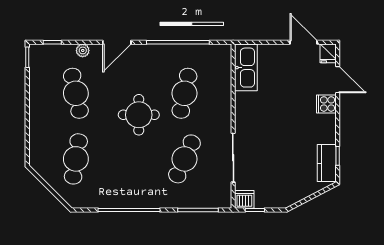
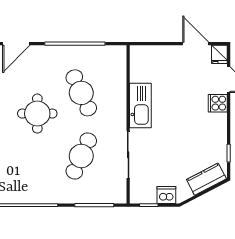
kitchen sink: (246, 68) -> (140, 105), moved
cafe table: (184, 93) -> (81, 93), turned -36
kitchen counter: (327, 163) -> (206, 179), moved, turned 62
dishwasher: (244, 199) -> (166, 195), moved

